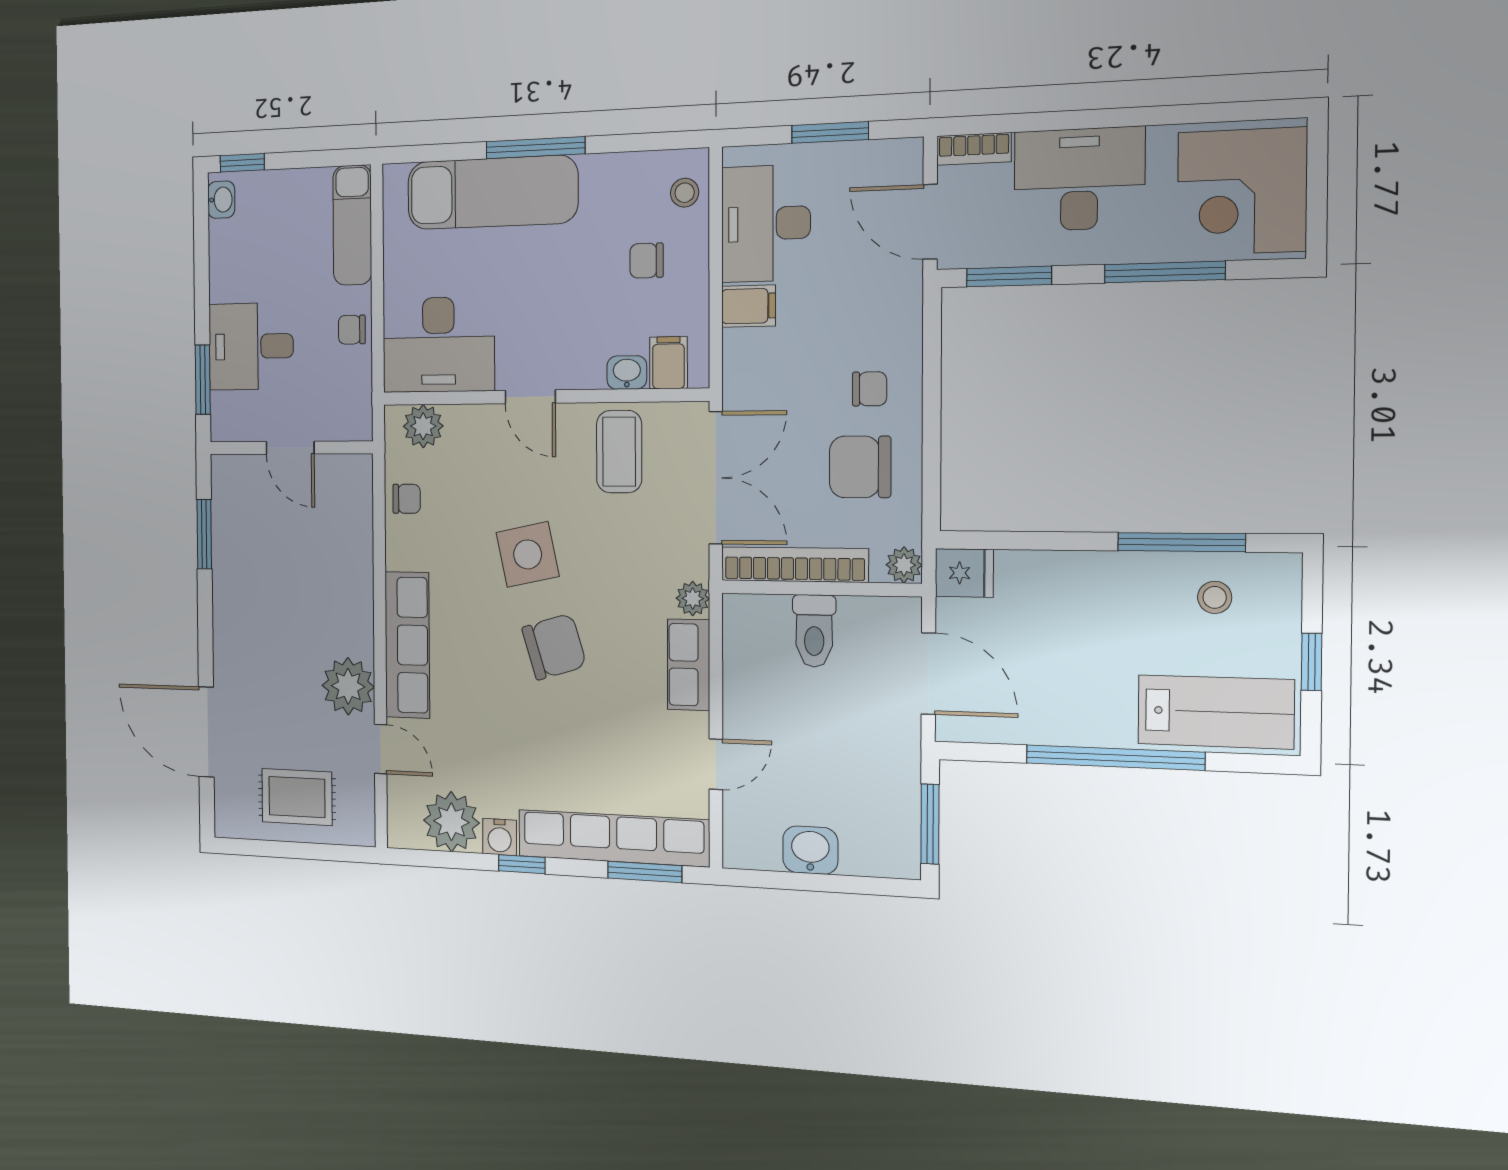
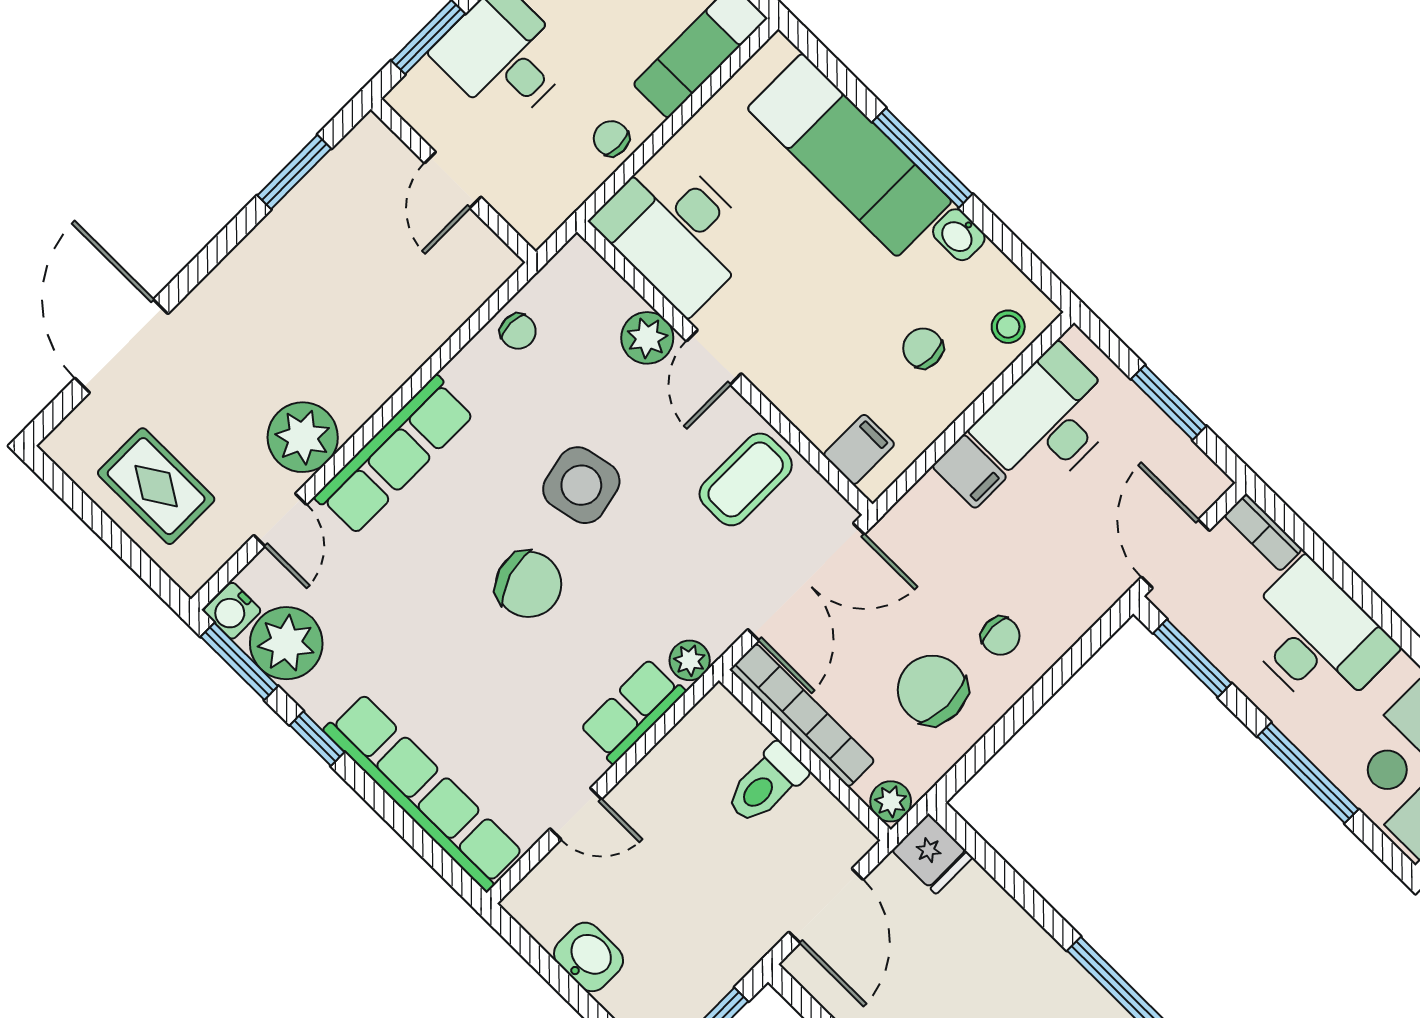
washbasin: (627, 373) -> (959, 235), moved, turned 180
plant: (423, 426) -> (647, 338), moved
water cooler: (500, 837) -> (232, 611), moved
window: (645, 872) -> (239, 661), moved

